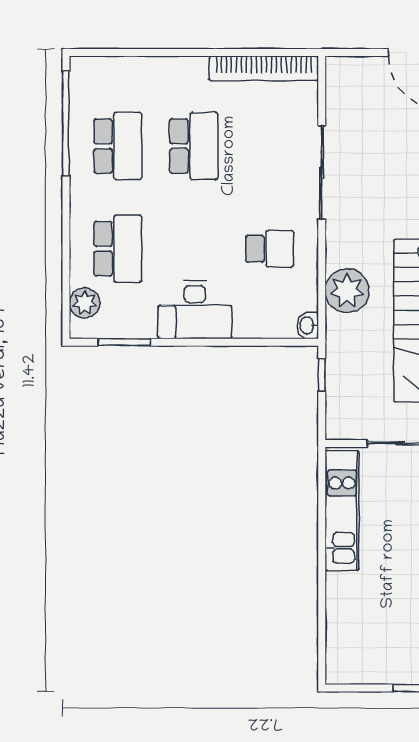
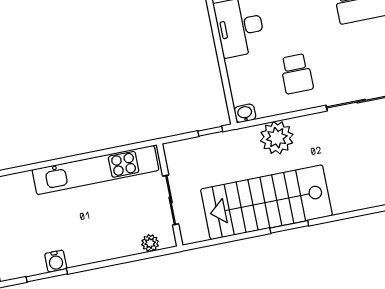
kitchen unit: (342, 511) -> (95, 170), width x1.36

